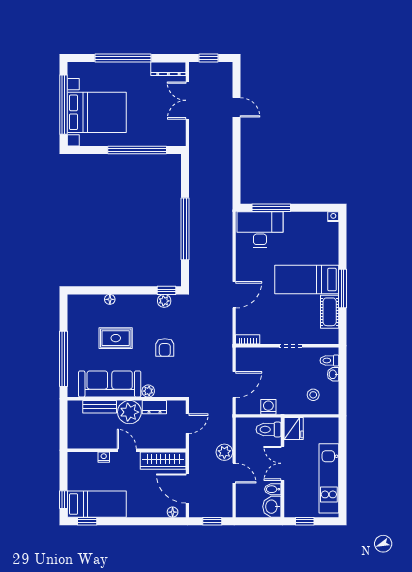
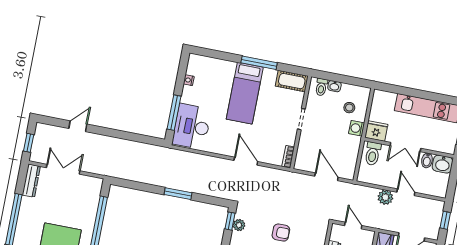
double door: (187, 100) -> (63, 169), swing flipped
nightstand: (333, 217) -> (189, 80), moved
window: (185, 229) -> (178, 194), width x0.47
cot: (330, 312) -> (292, 81), moved
washing machine: (268, 407) -> (357, 128), moved
door: (234, 473) -> (406, 192), hinge flipped

